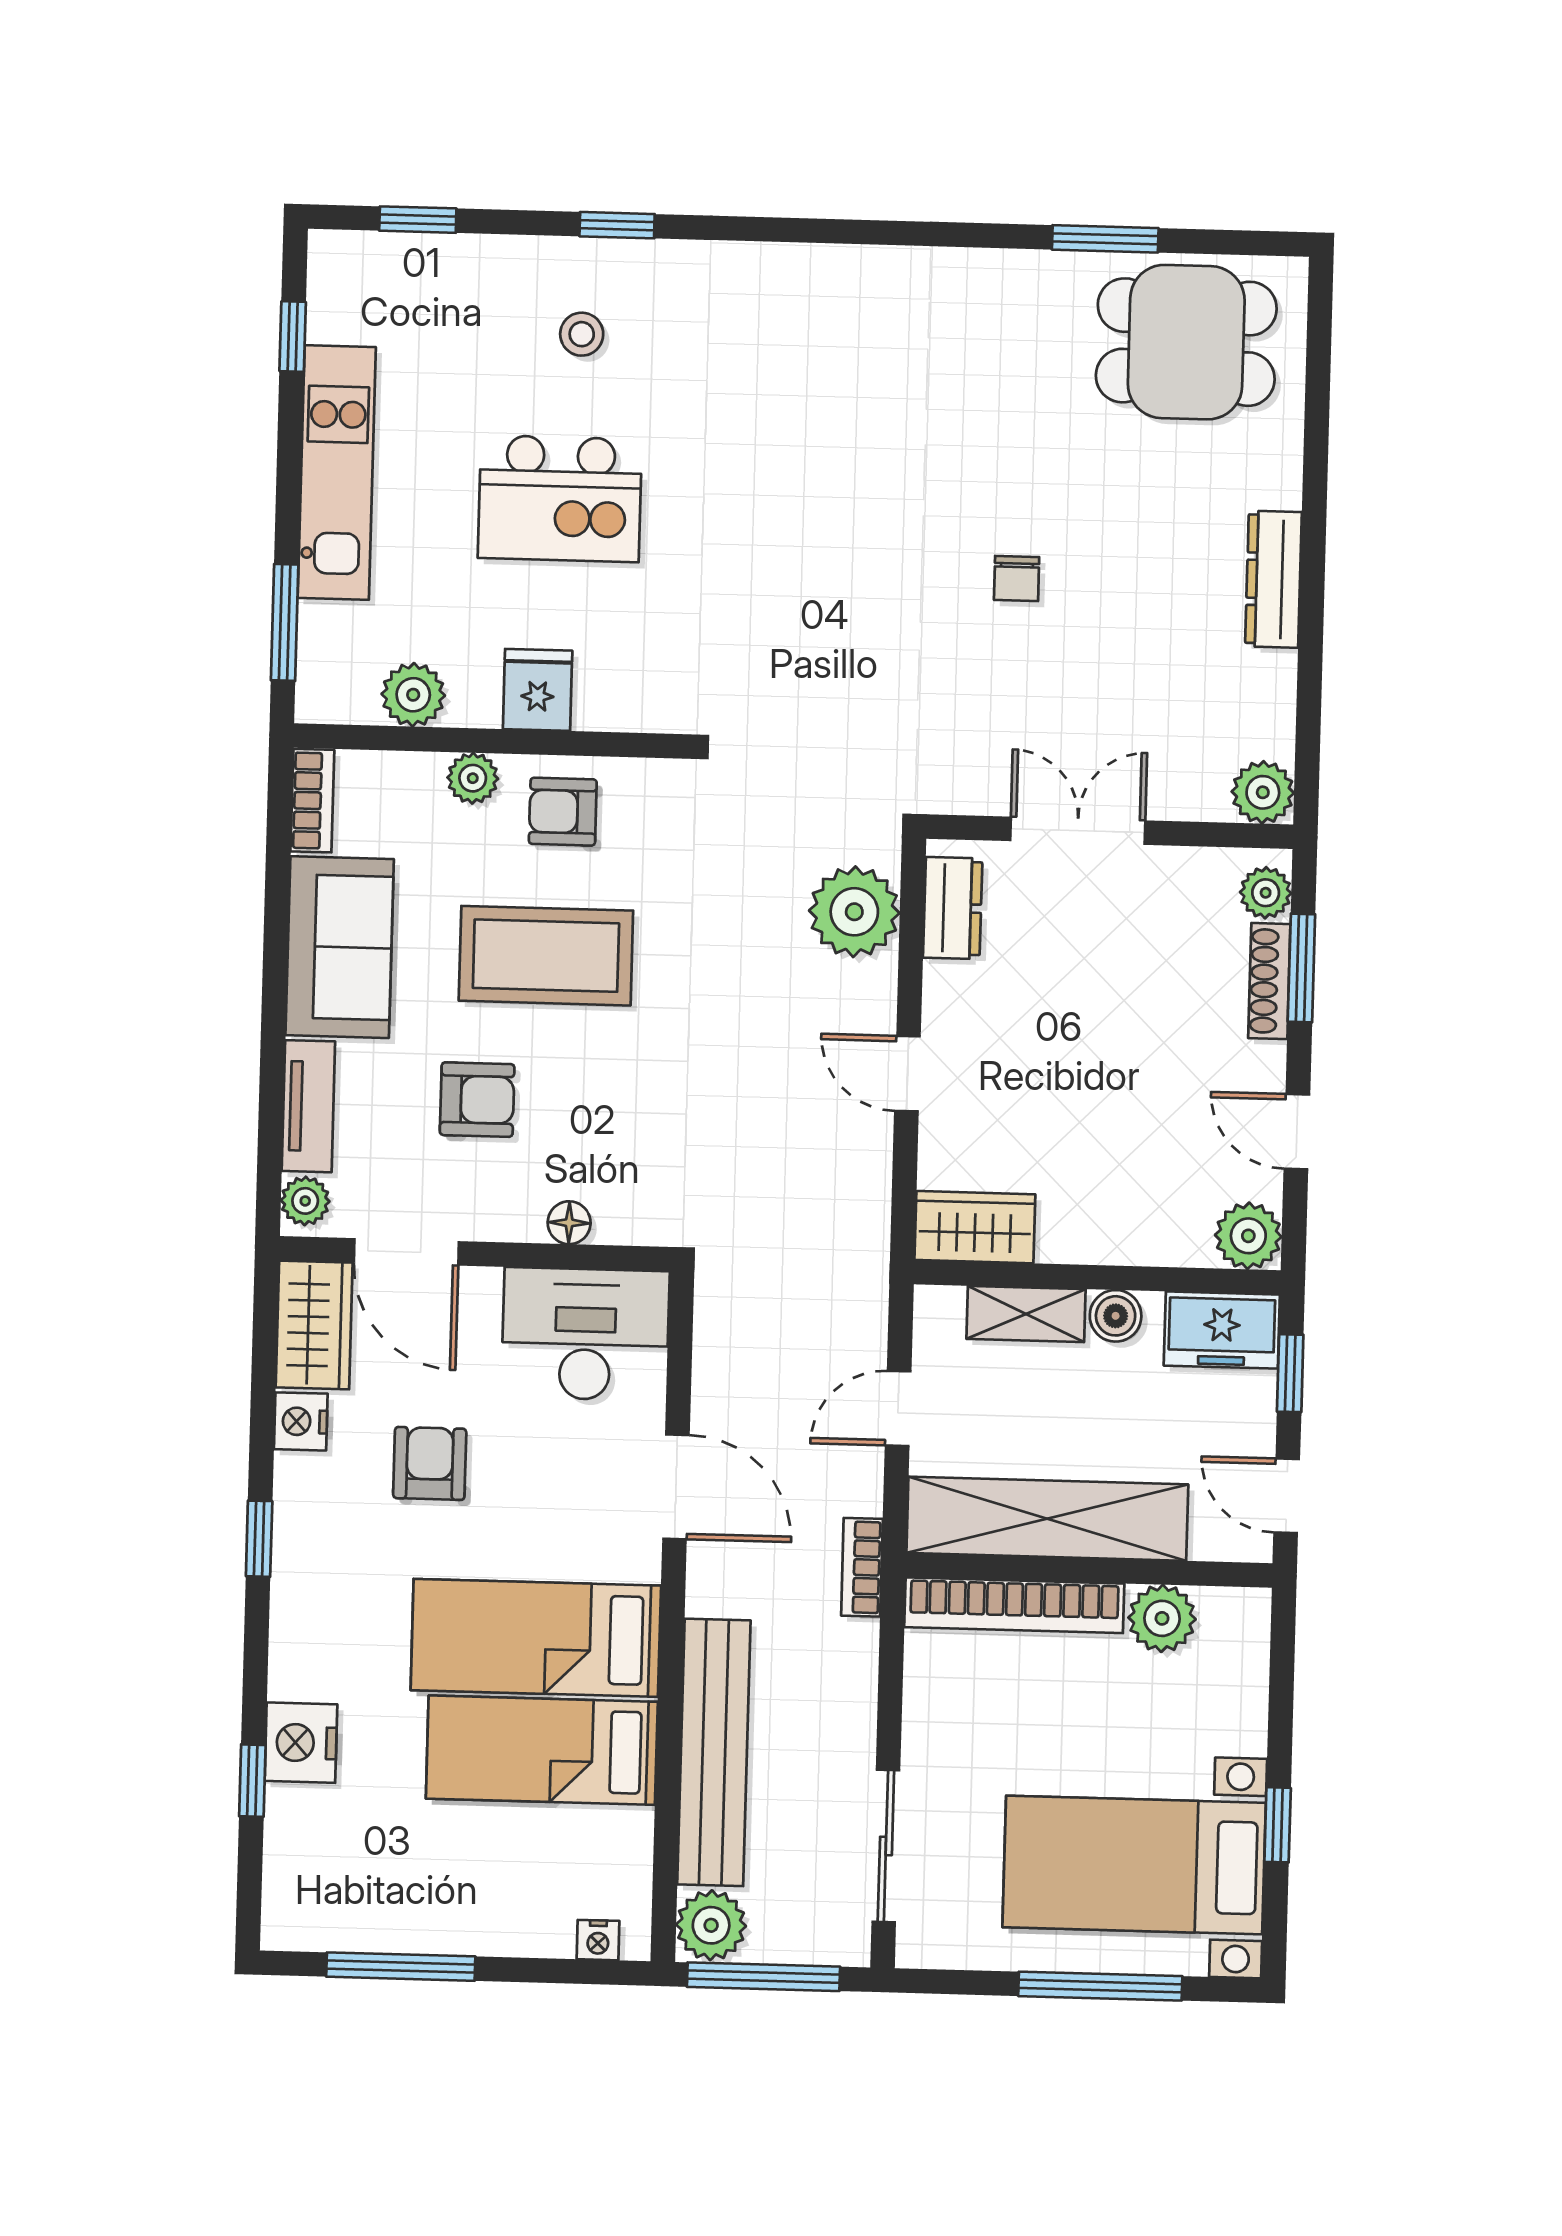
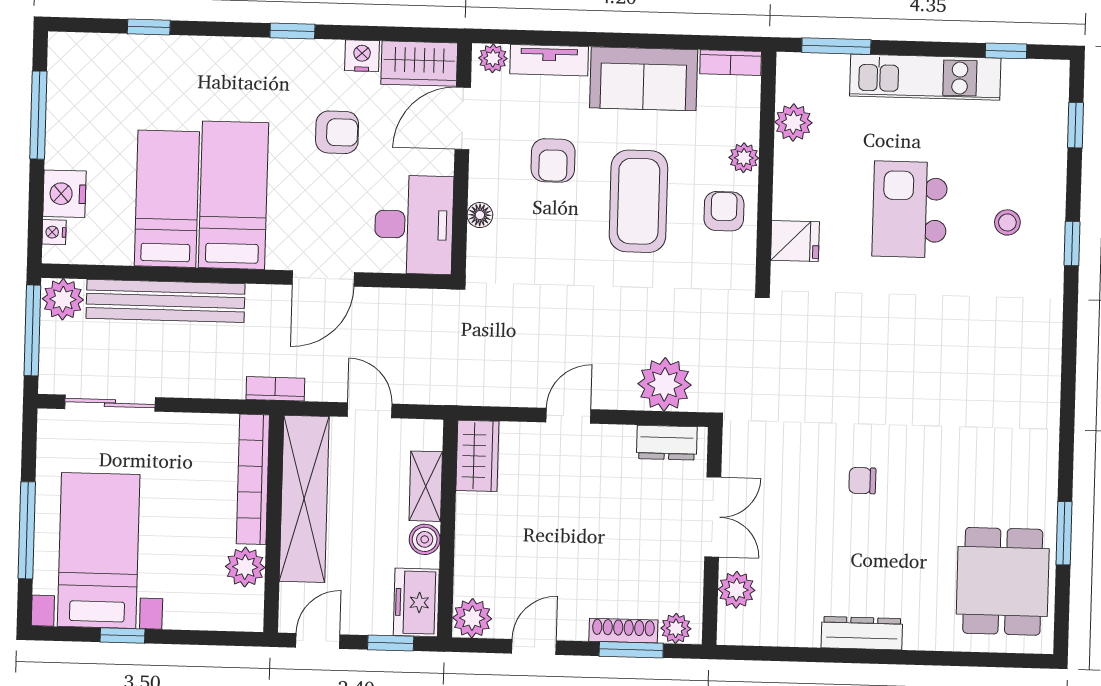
fridge: (538, 690) -> (795, 241), moved
plant: (1263, 792) -> (736, 590), moved
nightstand: (301, 1743) -> (64, 194), moved, turned -90

